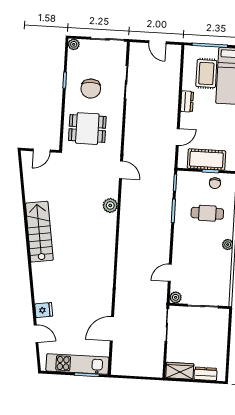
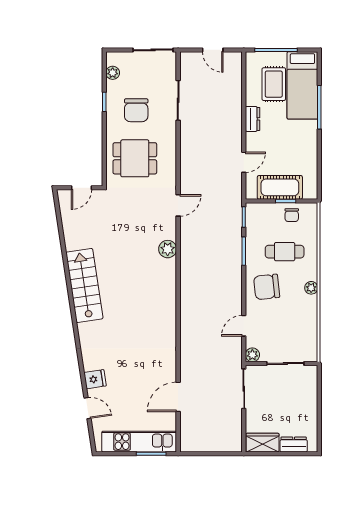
plant: (74, 44) -> (113, 73), moved
door: (121, 170) -> (178, 205), hinge flipped
chair: (191, 242) -> (267, 287), added

